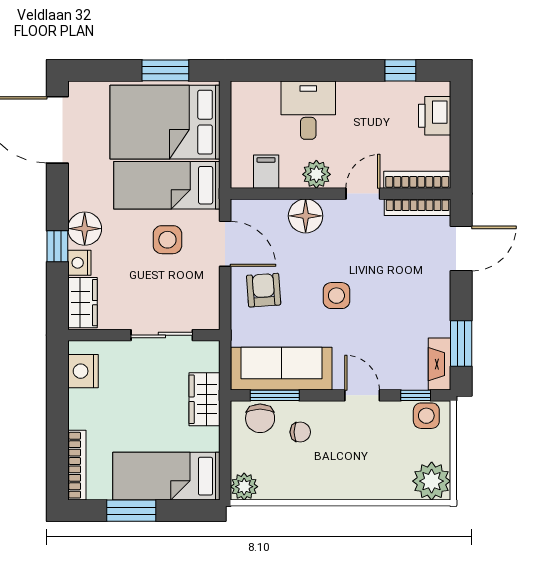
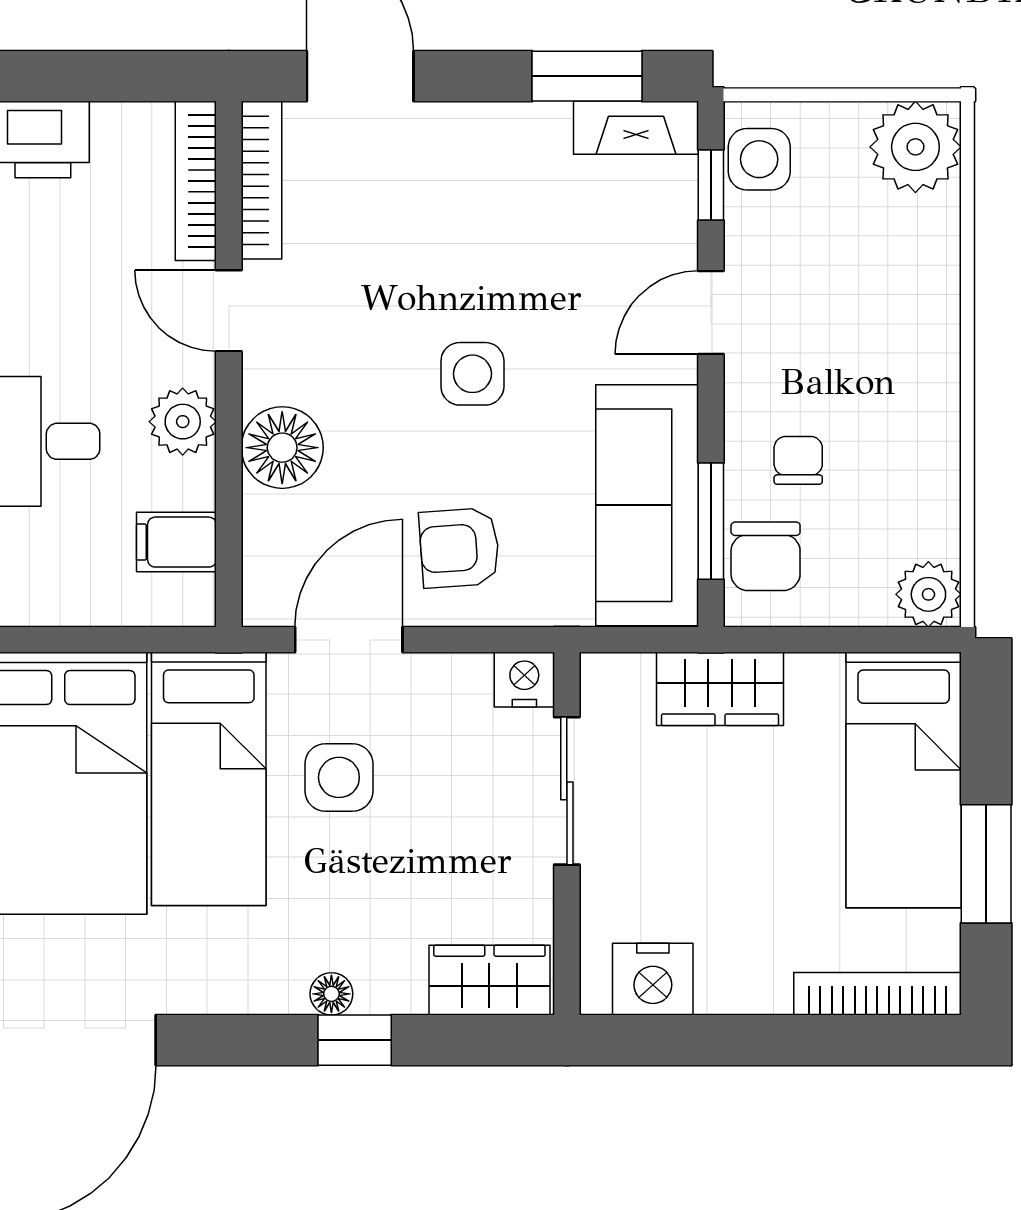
floor lamp: (85, 229) -> (331, 994), width x0.53, depth x0.53
nightstand: (79, 263) -> (524, 680), moved, turned 180
chair: (260, 418) -> (766, 556), turned 90

